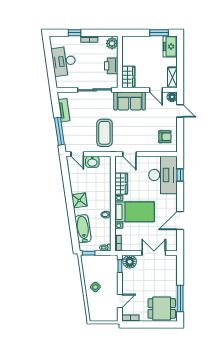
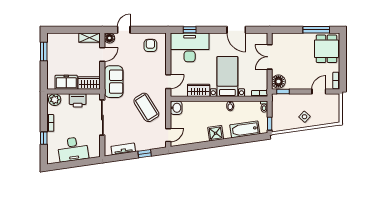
freezer: (170, 47) -> (66, 82), moved, turned 180
window: (59, 131) -> (145, 154), width x0.46
coffee table: (104, 133) -> (146, 107), turned 58
washbasin: (92, 162) -> (176, 108), moved
door: (120, 301) -> (319, 92), hinge flipped

